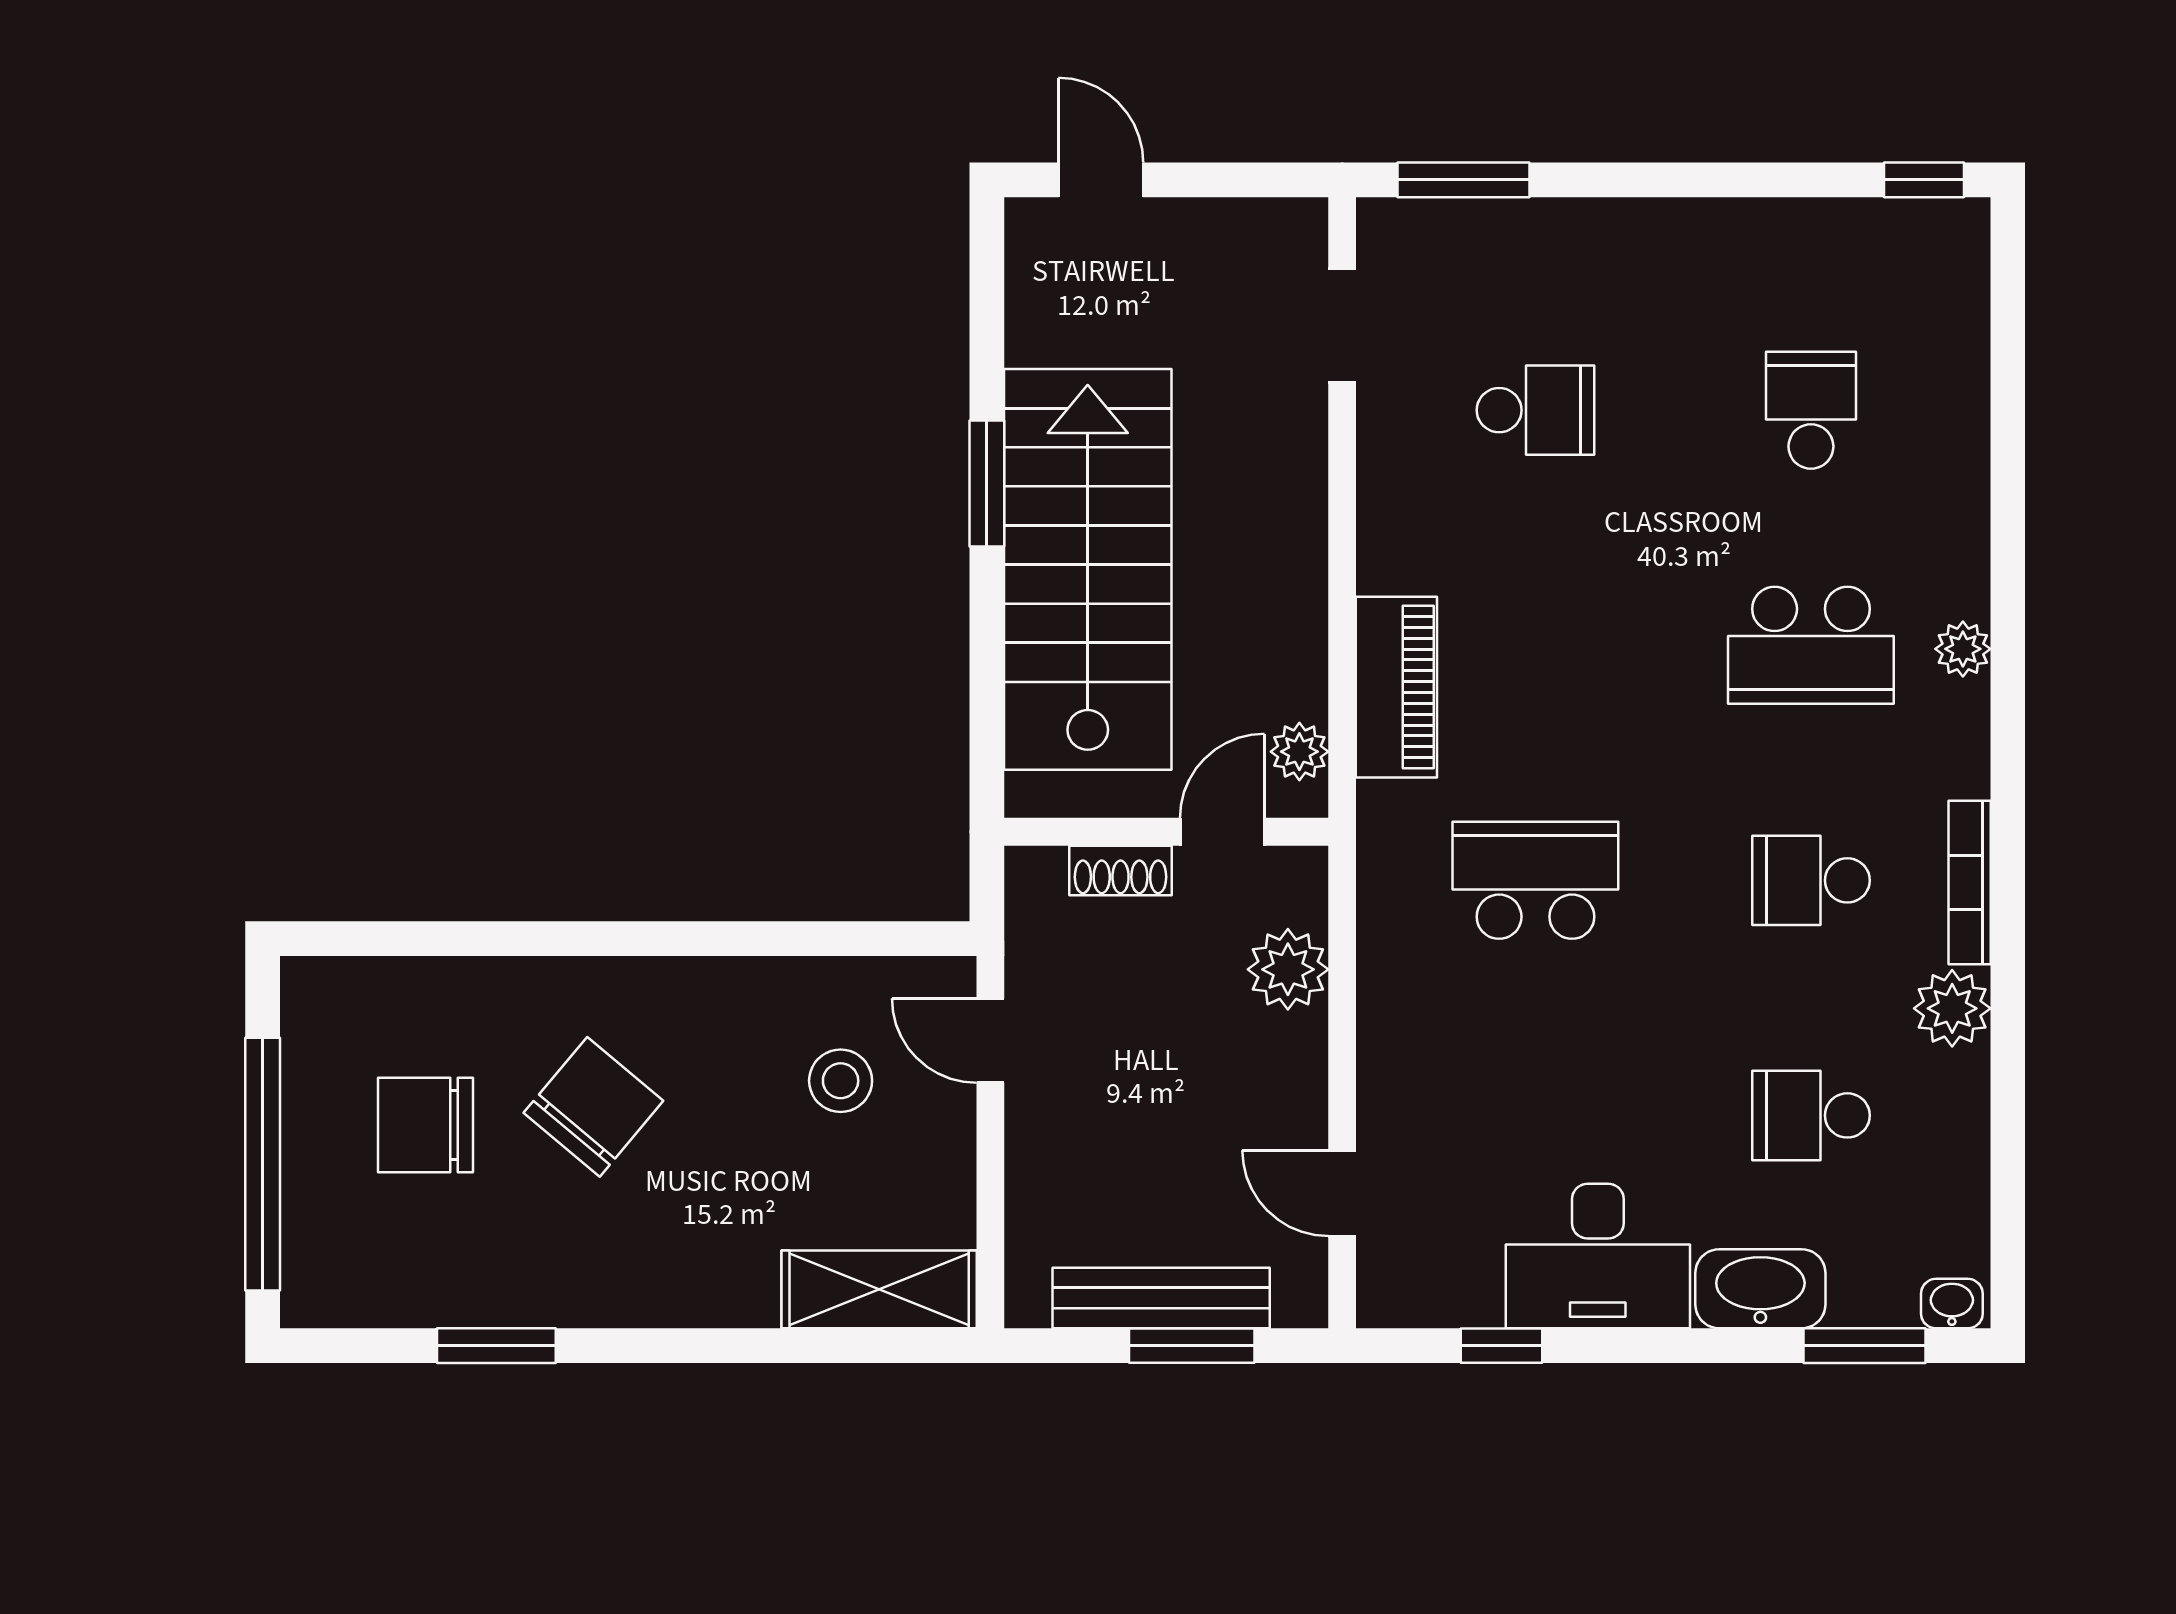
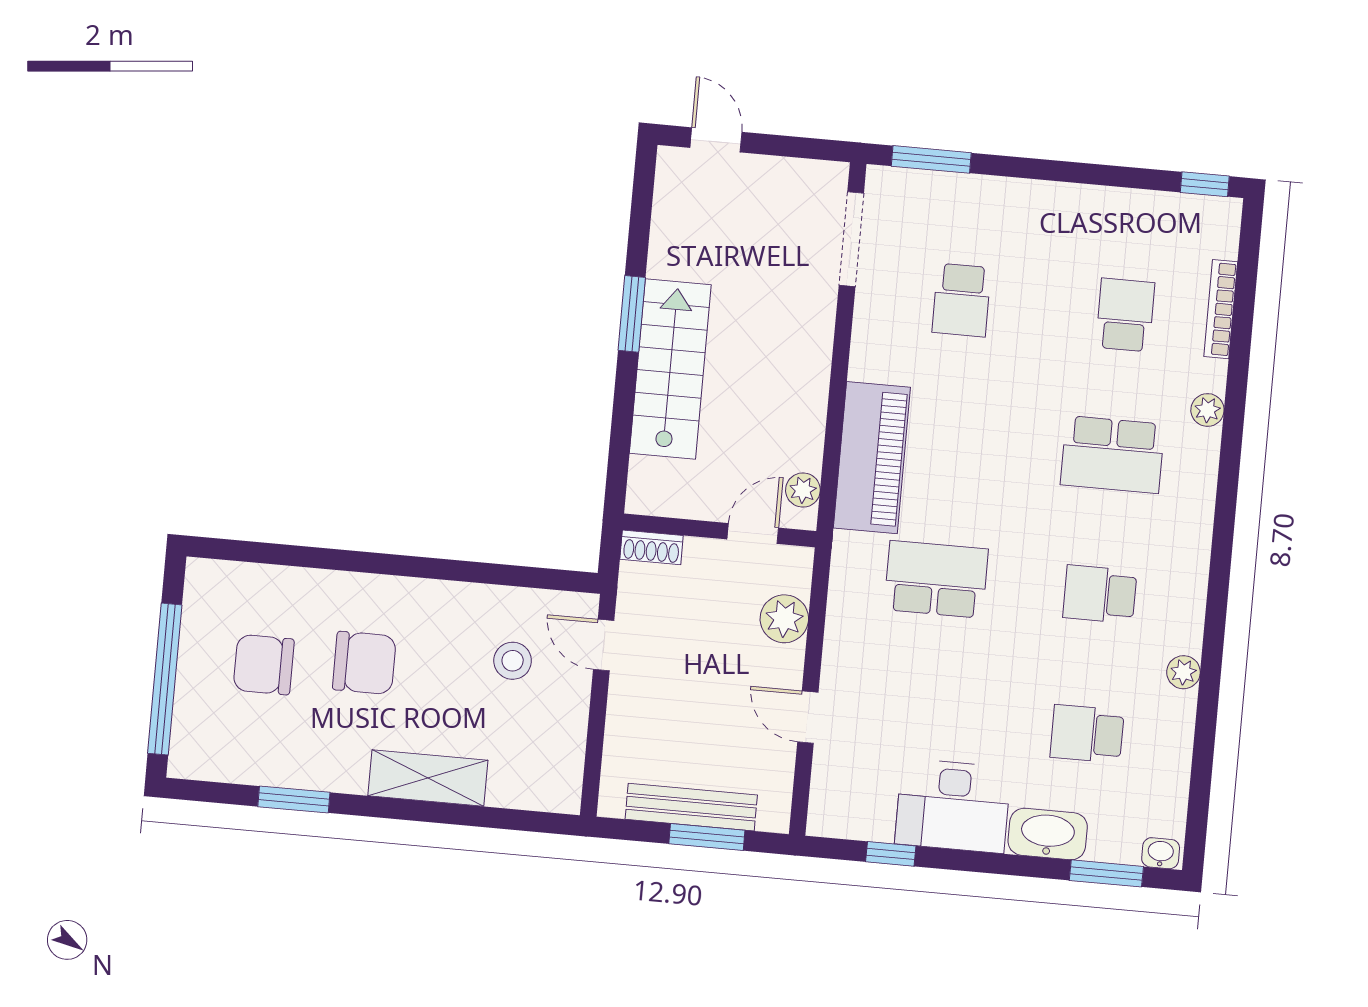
doorway: (1342, 325) -> (851, 239), width x1.38
school desk: (1535, 410) -> (962, 300), turned 90
stairs: (1088, 569) -> (670, 369), width x0.73, depth x0.66
plant: (1963, 649) -> (1207, 410), moved
piano: (1396, 687) -> (872, 458), width x1.37, depth x1.33
shoe rack: (1121, 870) -> (651, 547), moved
bookcase: (1970, 883) -> (1221, 309), moved
plant: (1952, 1008) -> (1183, 672), width x0.73, depth x0.73
chair: (593, 1107) -> (364, 663), turned 50
door: (1342, 1193) -> (808, 717), moved
shelving: (879, 1289) -> (428, 778), moved

